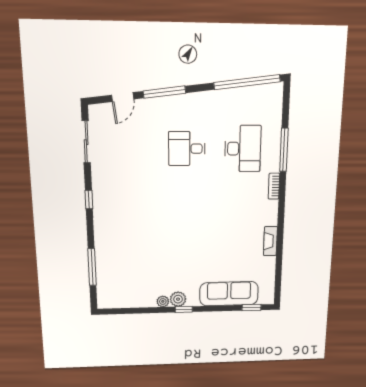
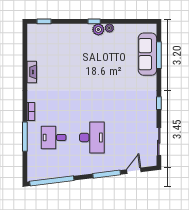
desk: (187, 149) -> (92, 137), width x1.37
desk: (243, 149) -> (54, 137), width x0.73
sofa: (229, 294) -> (147, 54), moved, turned 90

